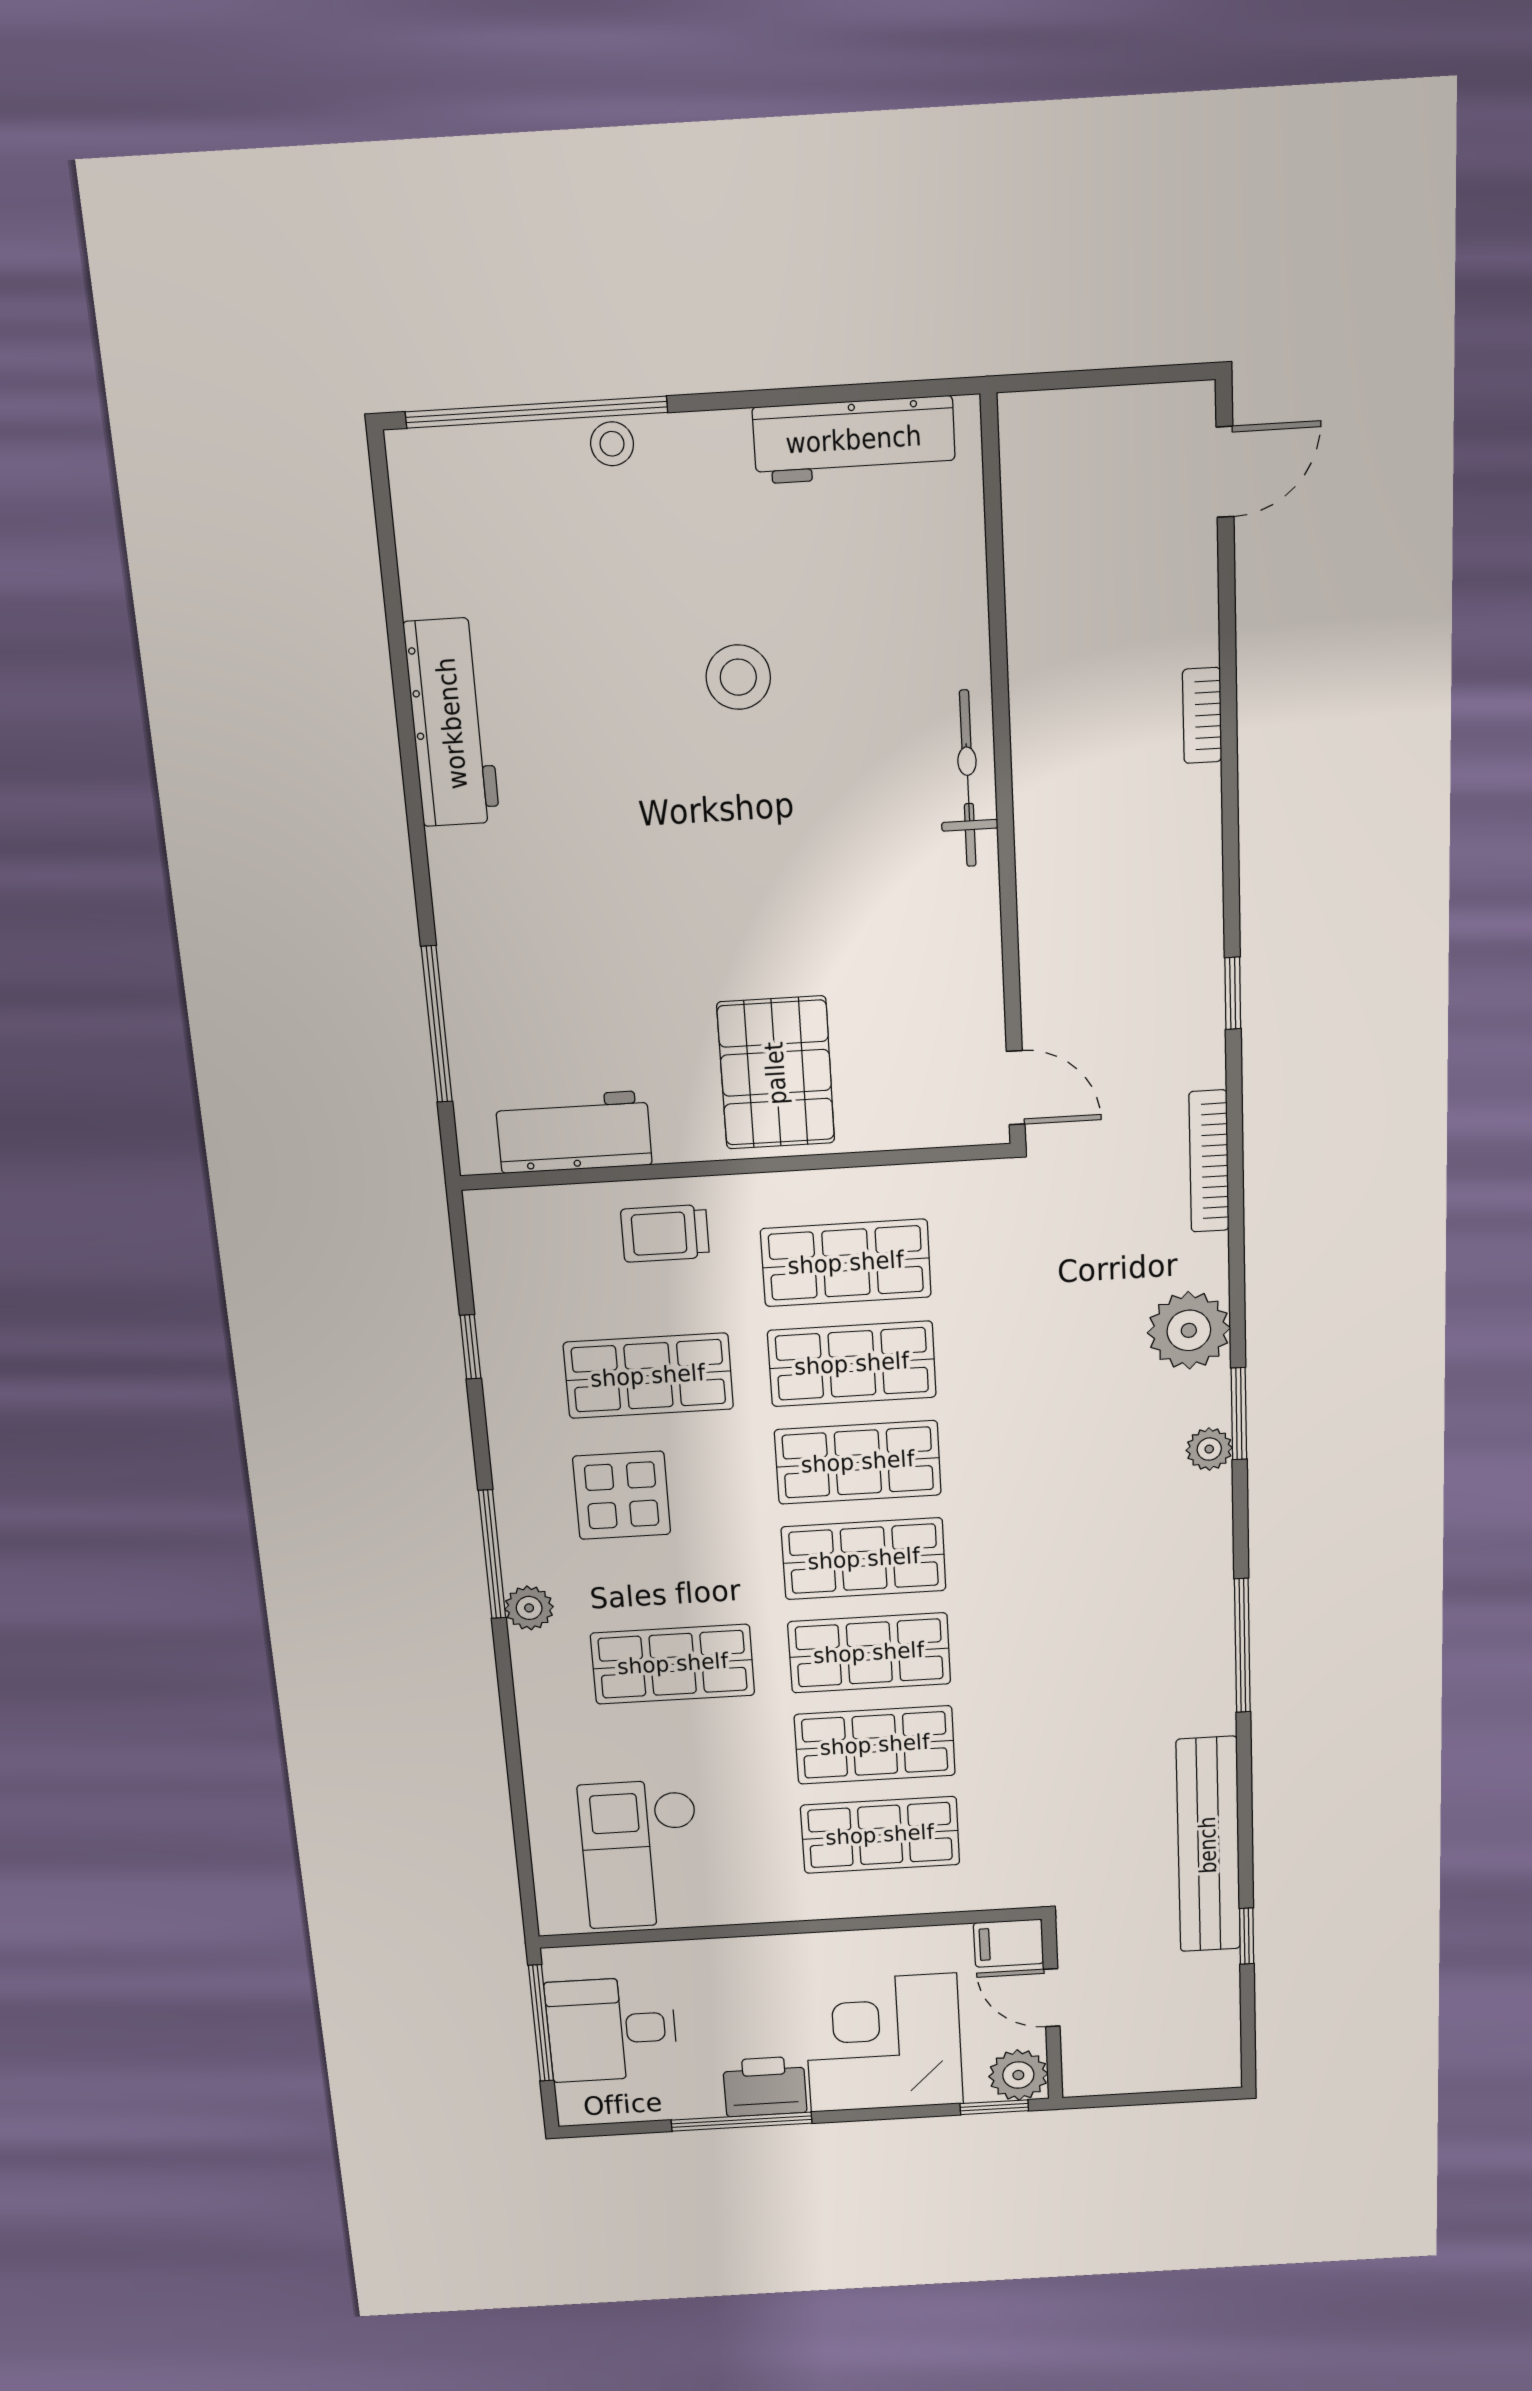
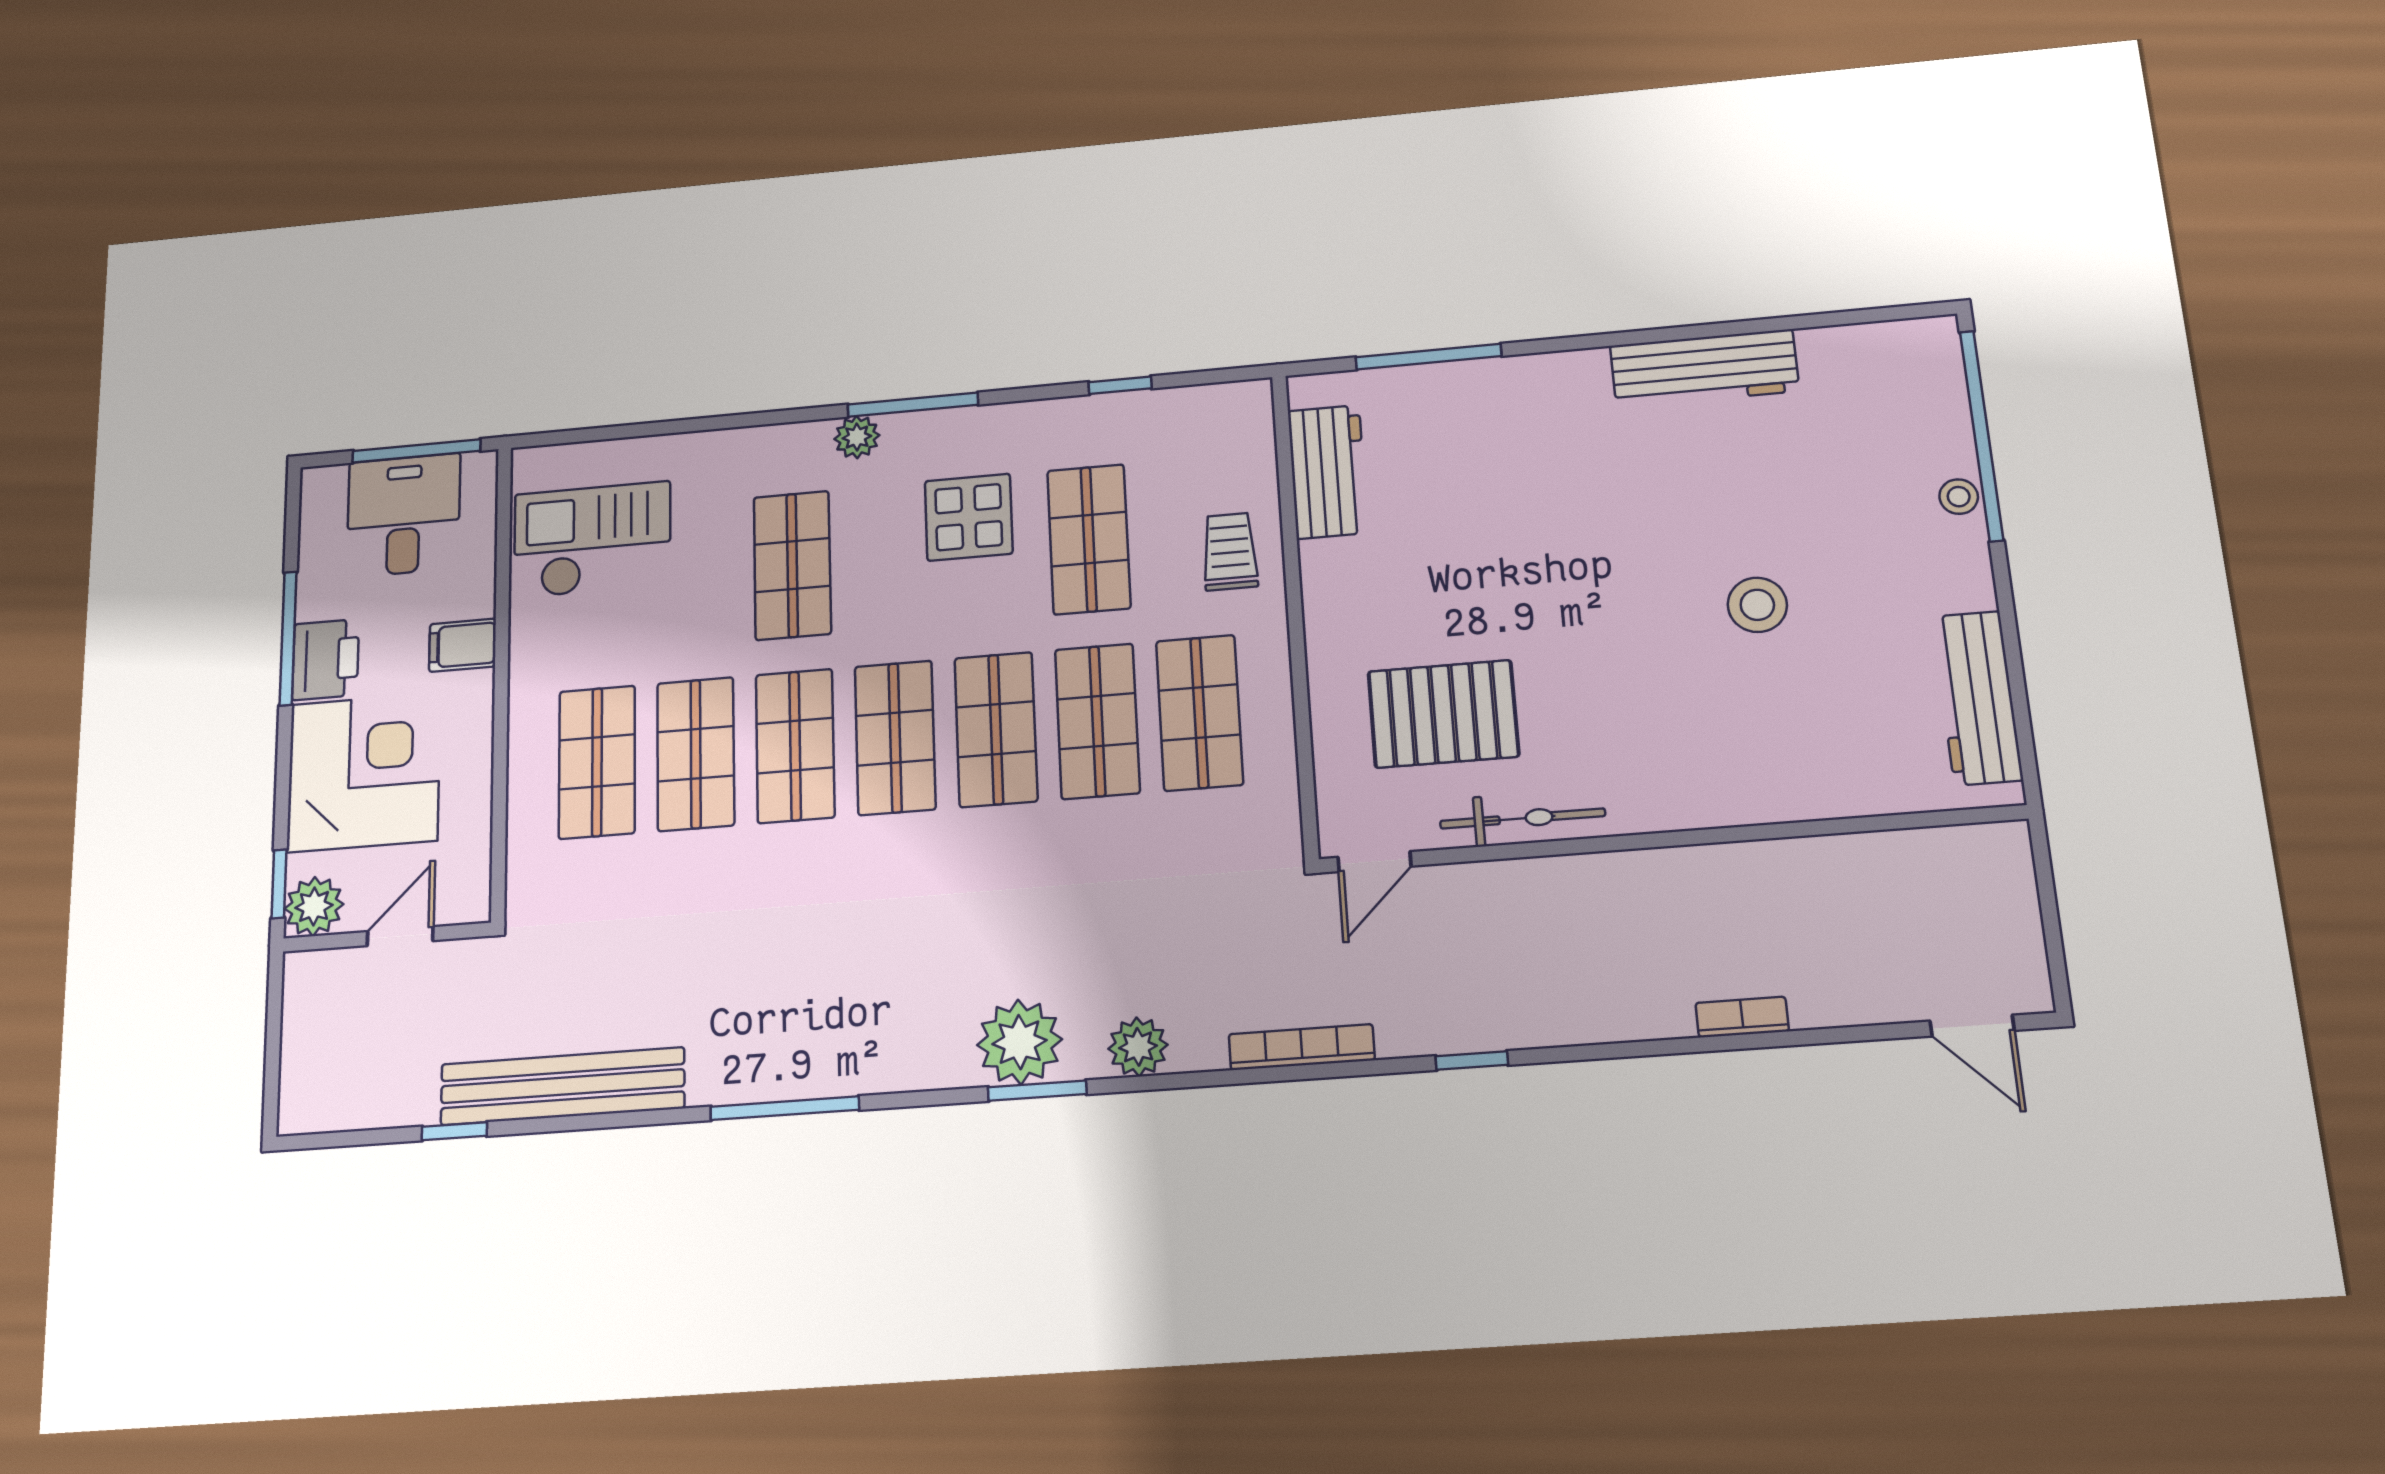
bicycle: (968, 779) -> (1523, 818), moved
pallet: (776, 1073) -> (1443, 714), moved
plant: (1189, 1330) -> (1138, 1047), width x0.73, depth x0.73
plant: (1209, 1449) -> (1020, 1042), width x1.87, depth x1.87
filing cabinet: (1009, 1943) -> (463, 645), moved, turned -90

